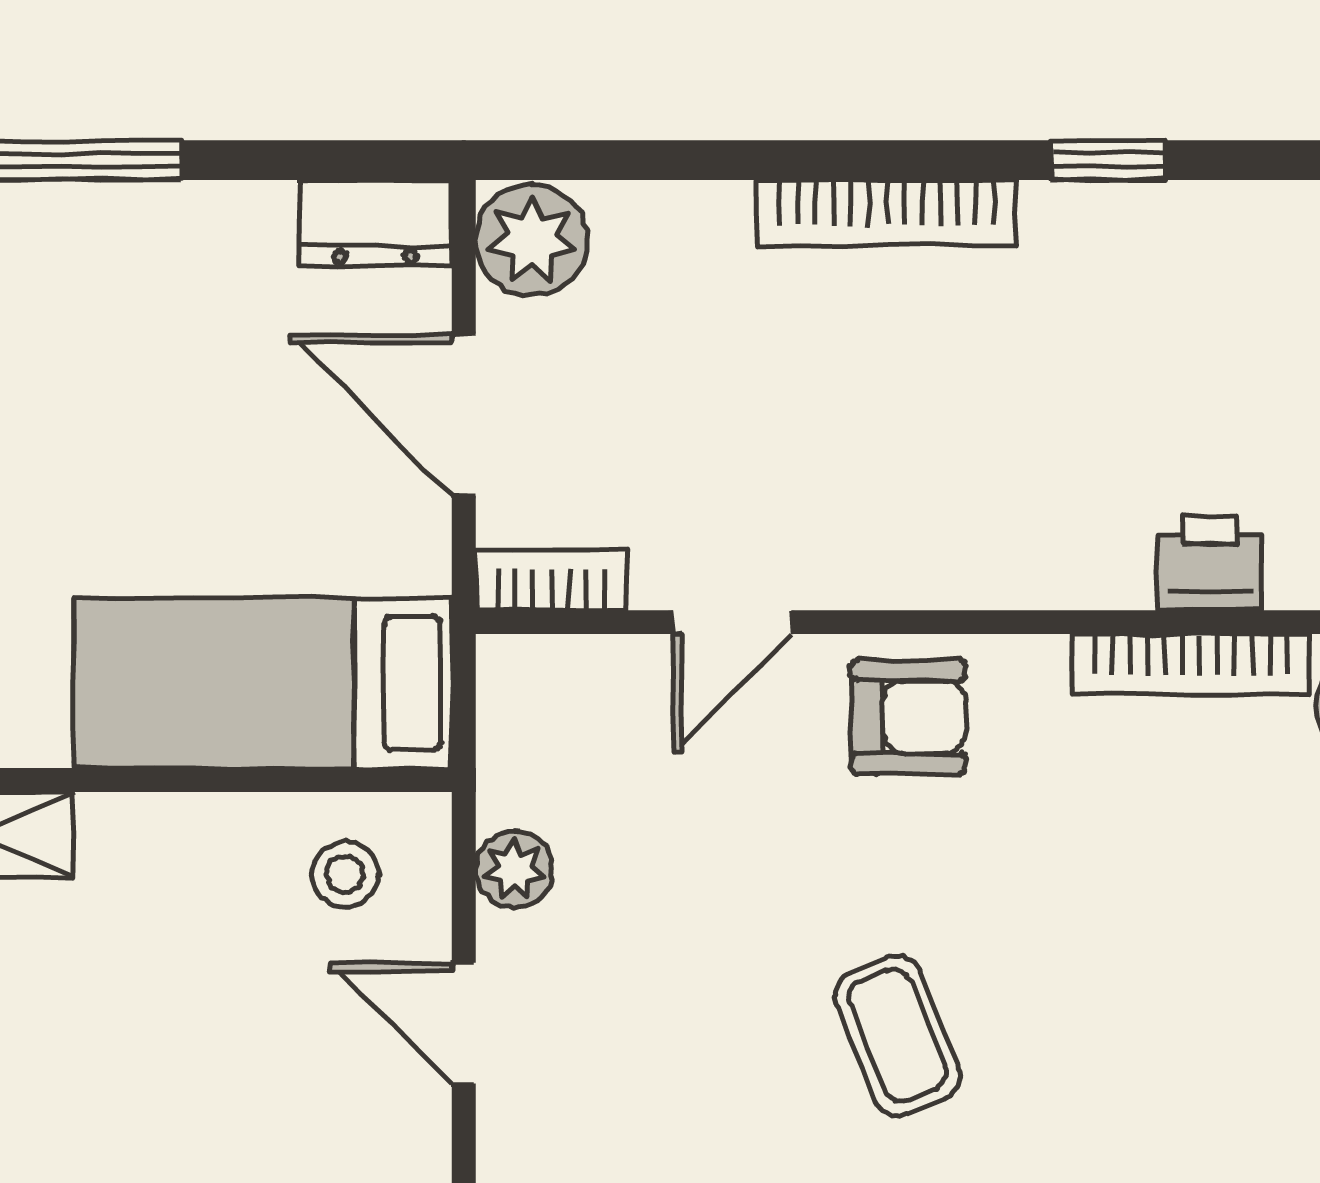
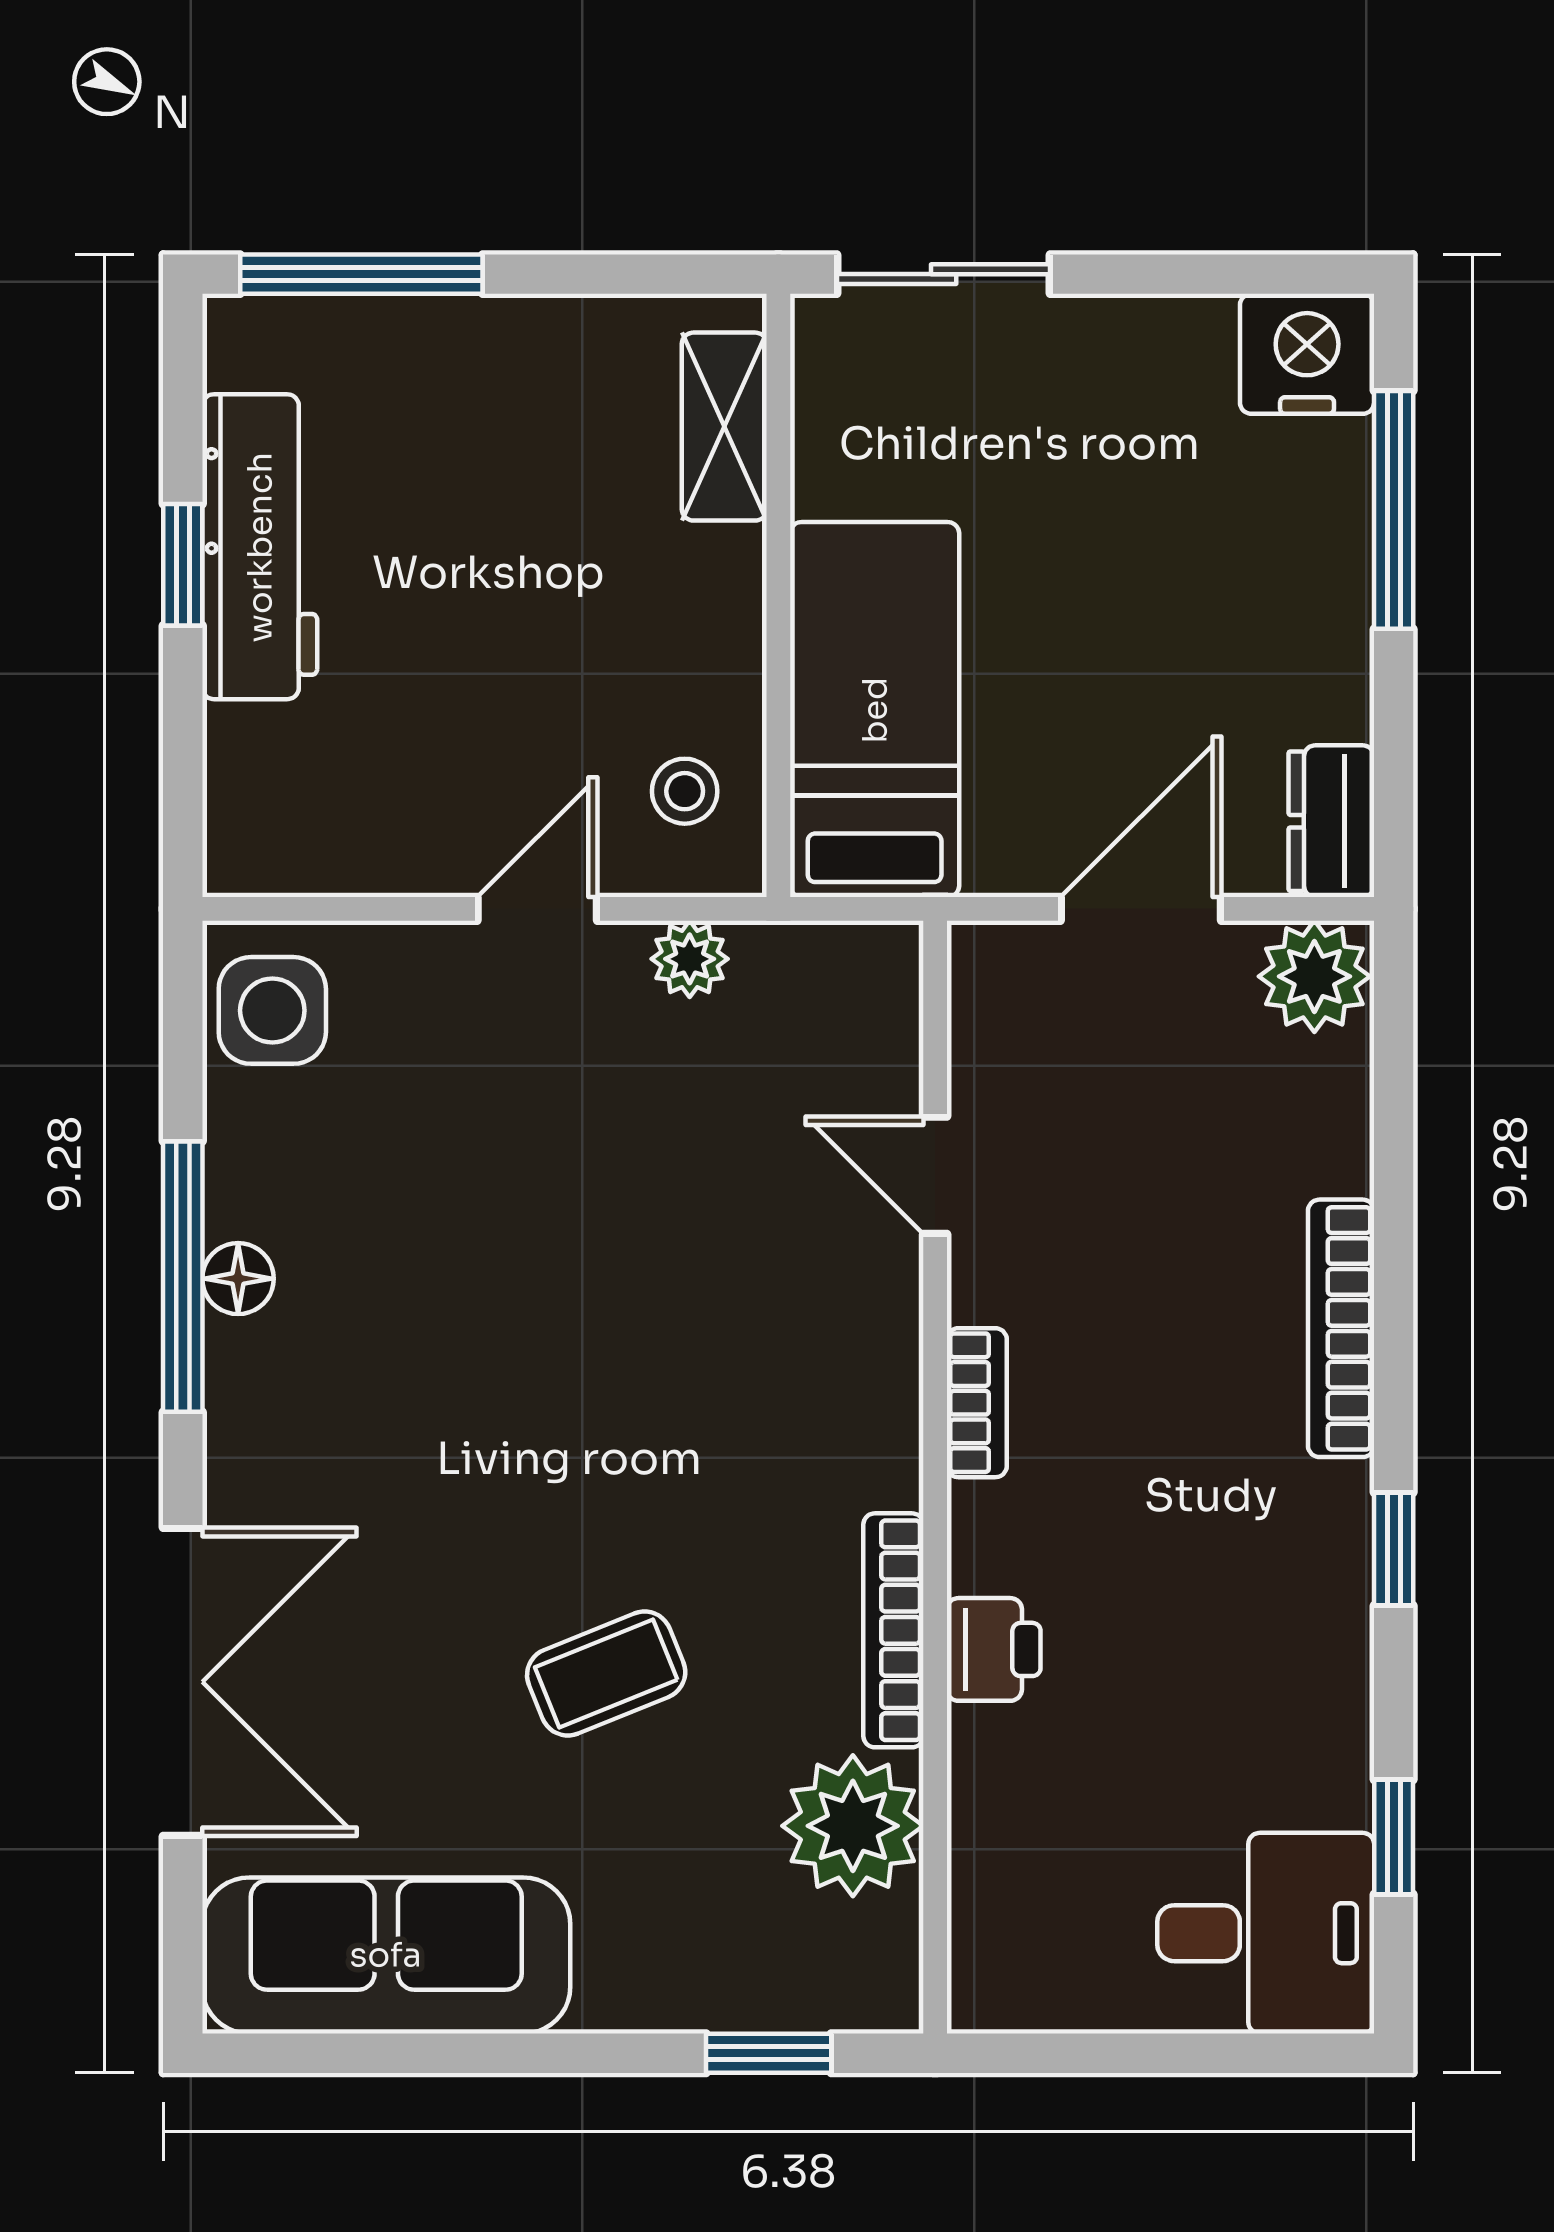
bookcase: (551, 580) -> (977, 1403), moved
armchair: (908, 717) -> (841, 1350), removed
coffee table: (897, 1036) -> (606, 1674), moved

